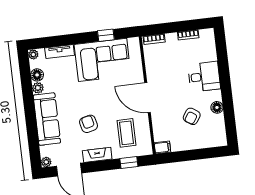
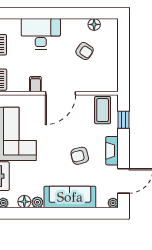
desk: (204, 77) -> (41, 34), width x1.37
floor lamp: (217, 107) -> (94, 24), moved
coffee table: (126, 133) -> (103, 110), moved, turned 90
filing cabinet: (162, 147) -> (35, 84), moved

